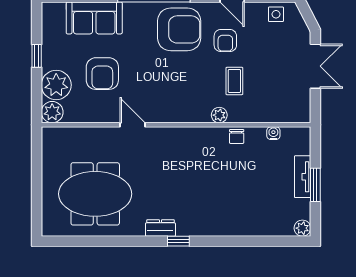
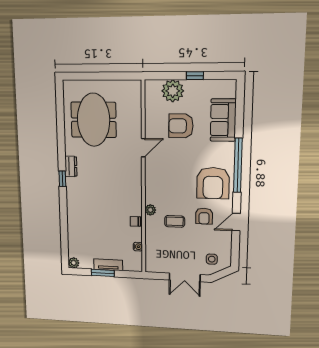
side table: (276, 14) -> (212, 259), moved
armchair: (225, 41) -> (204, 216), turned -90
plant: (52, 112) -> (152, 88), removed

